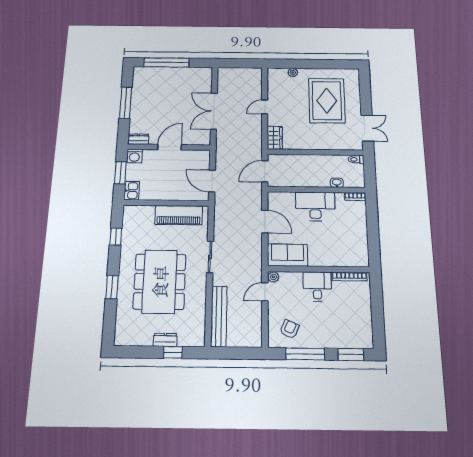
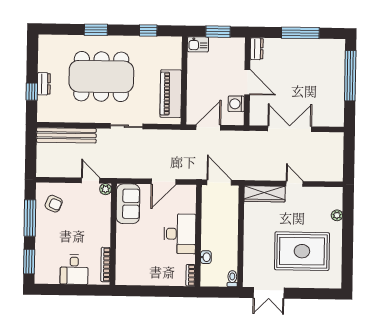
wardrobe: (275, 138) -> (265, 194), width x1.50
washing machine: (134, 156) -> (236, 104), moved
desk: (317, 286) -> (74, 270), moved, turned 90

